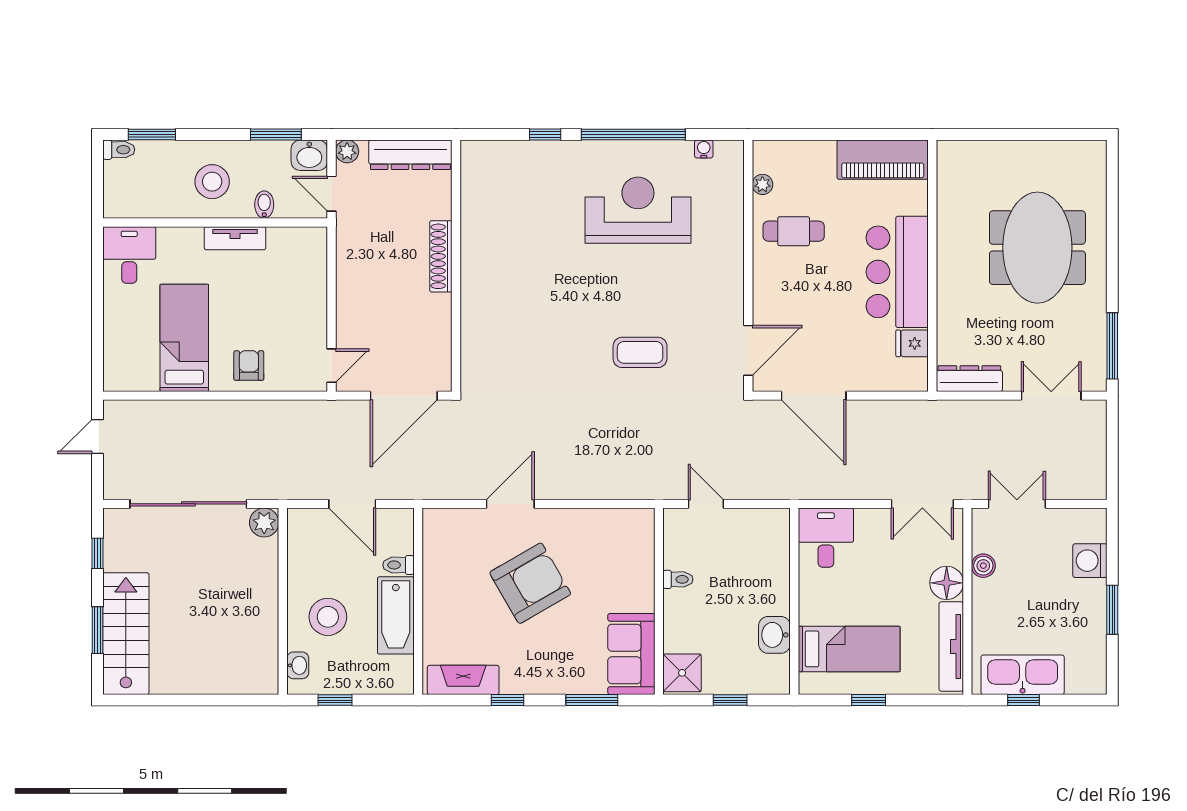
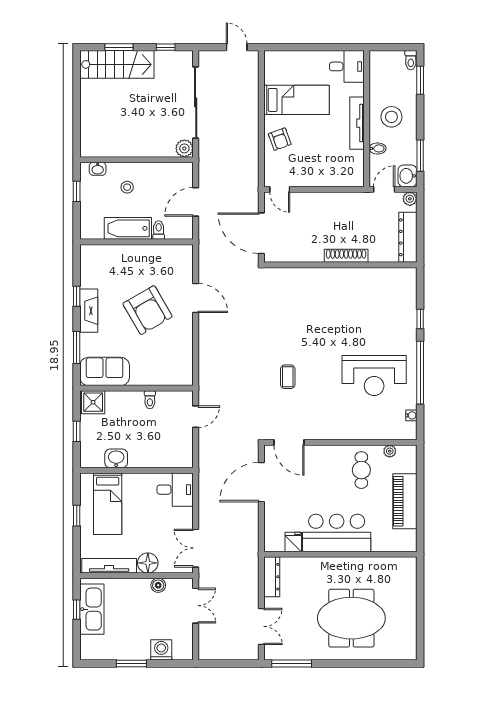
piano: (883, 160) -> (405, 501), moved
reception desk: (638, 210) -> (374, 375), turned 90
tv unit: (235, 238) -> (357, 123), width x1.41
coffee table: (640, 352) -> (288, 377), width x0.73, depth x0.77
armchair: (249, 366) -> (280, 139), turned 70
stool: (328, 617) -> (127, 187), width x0.53, depth x0.53
fireplace: (463, 680) -> (89, 311), moved

